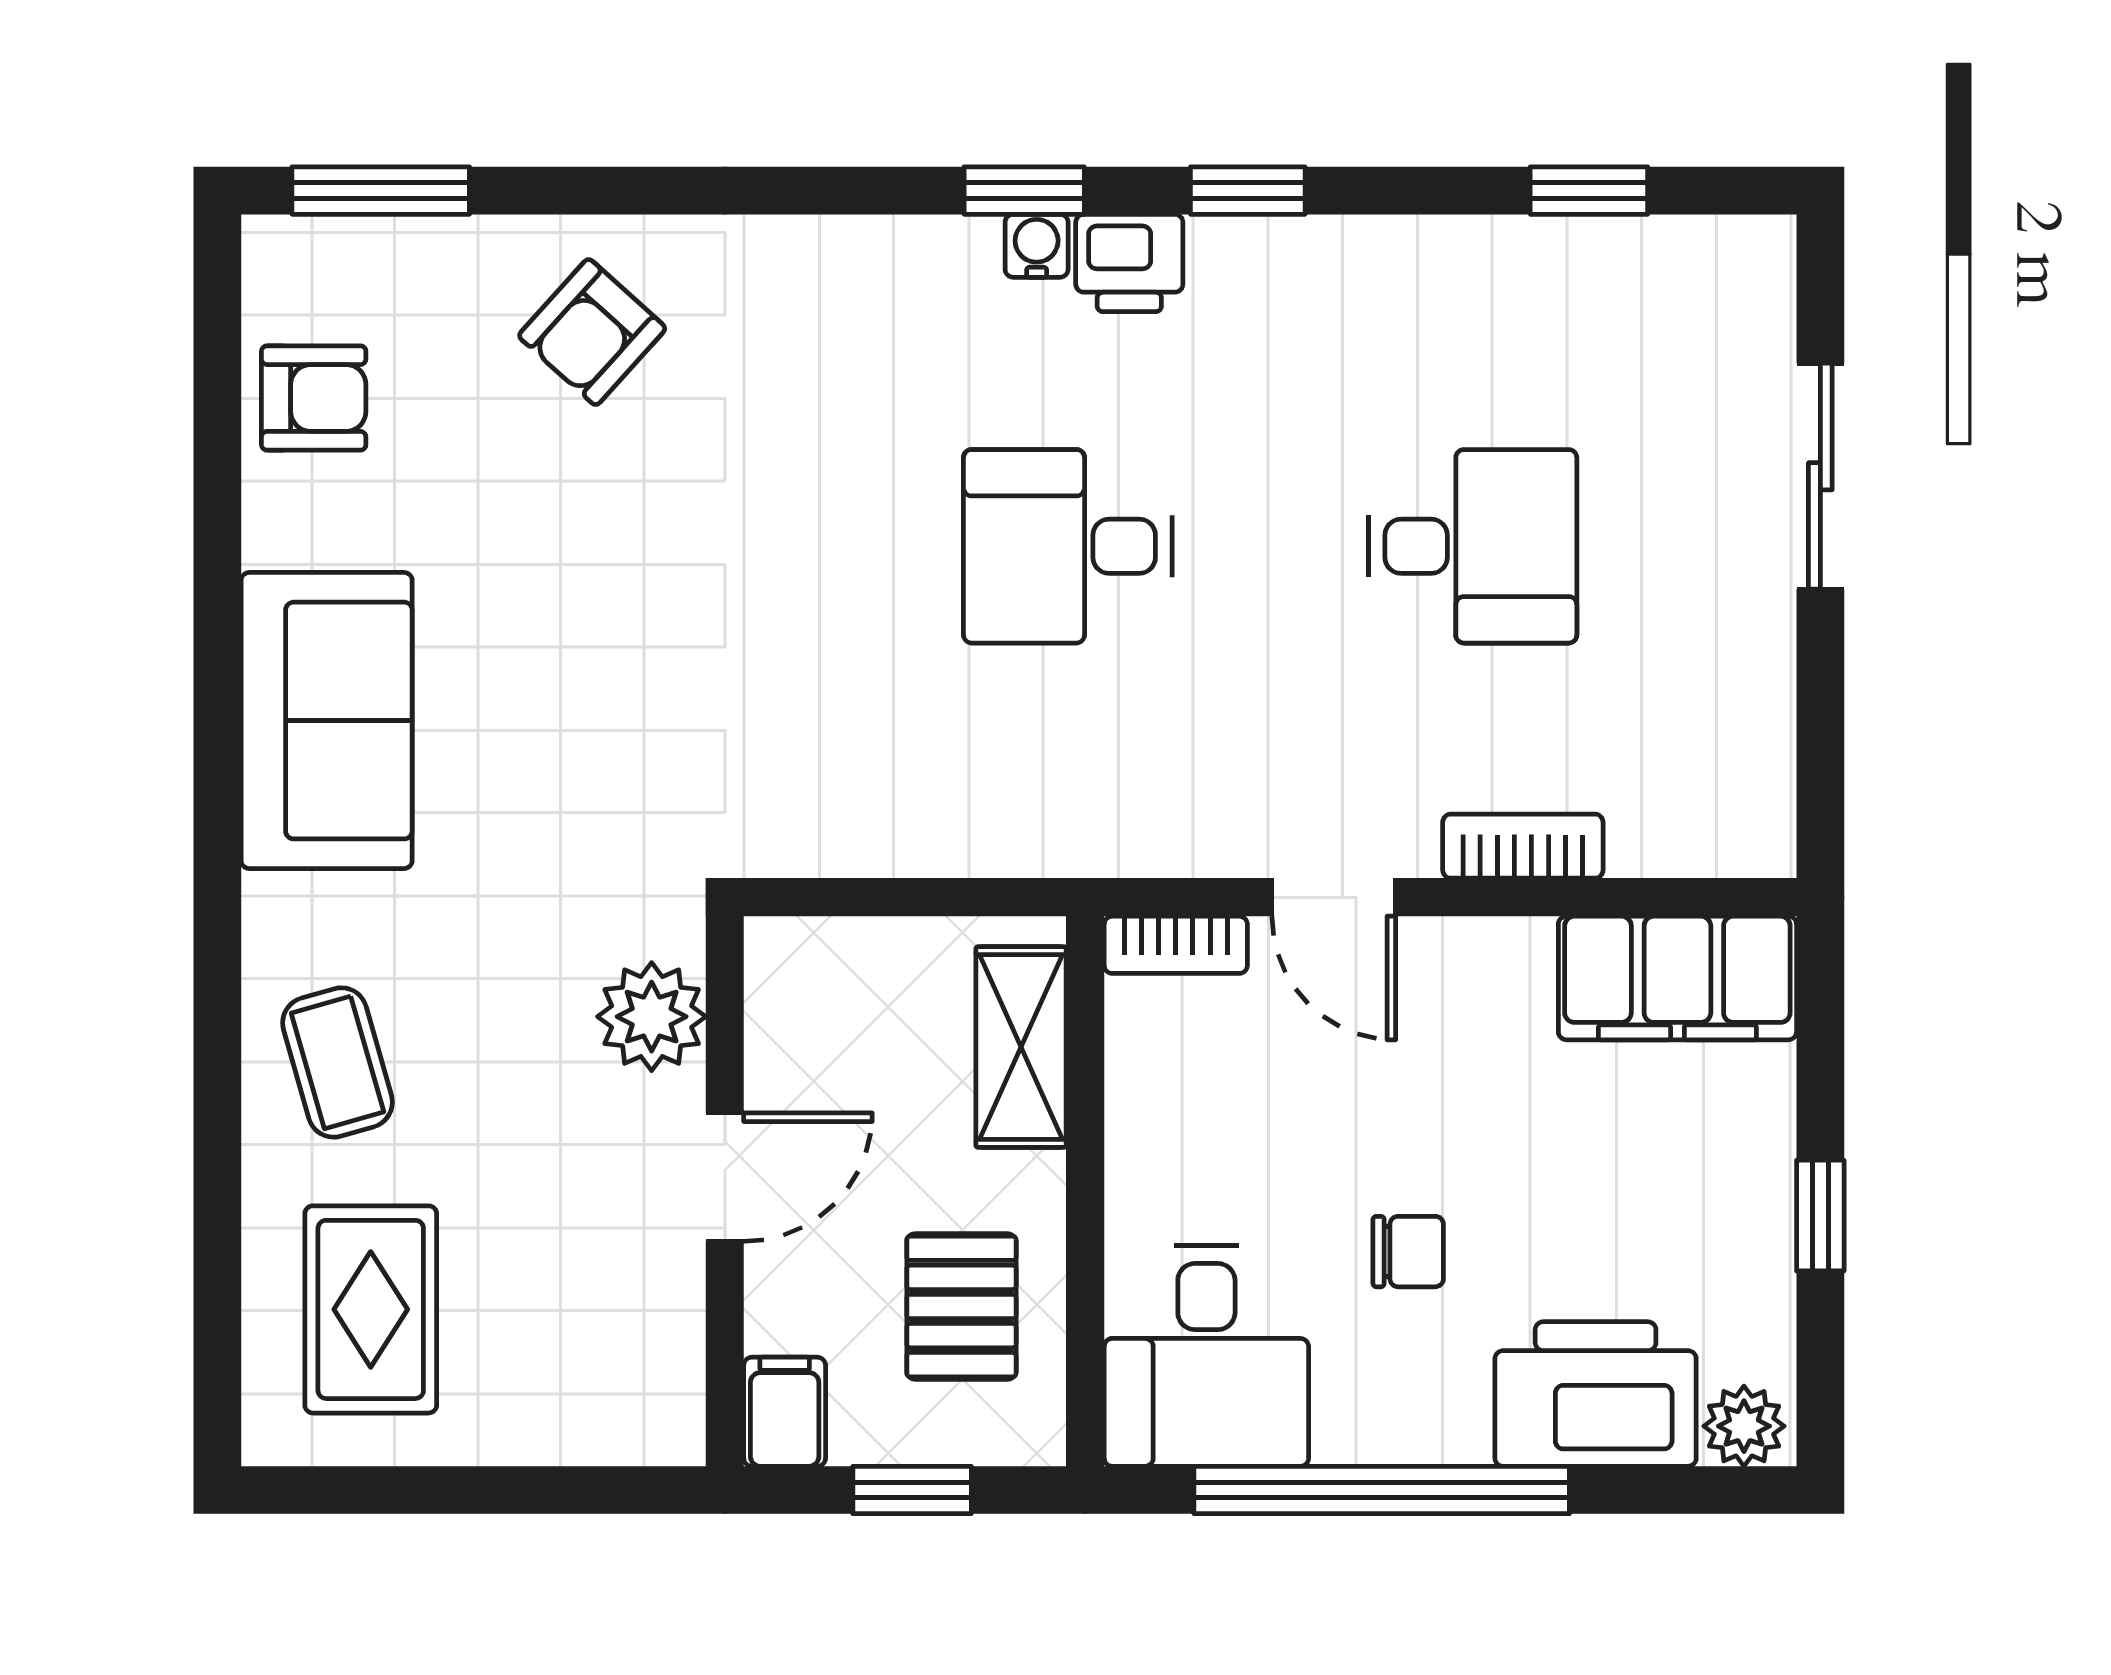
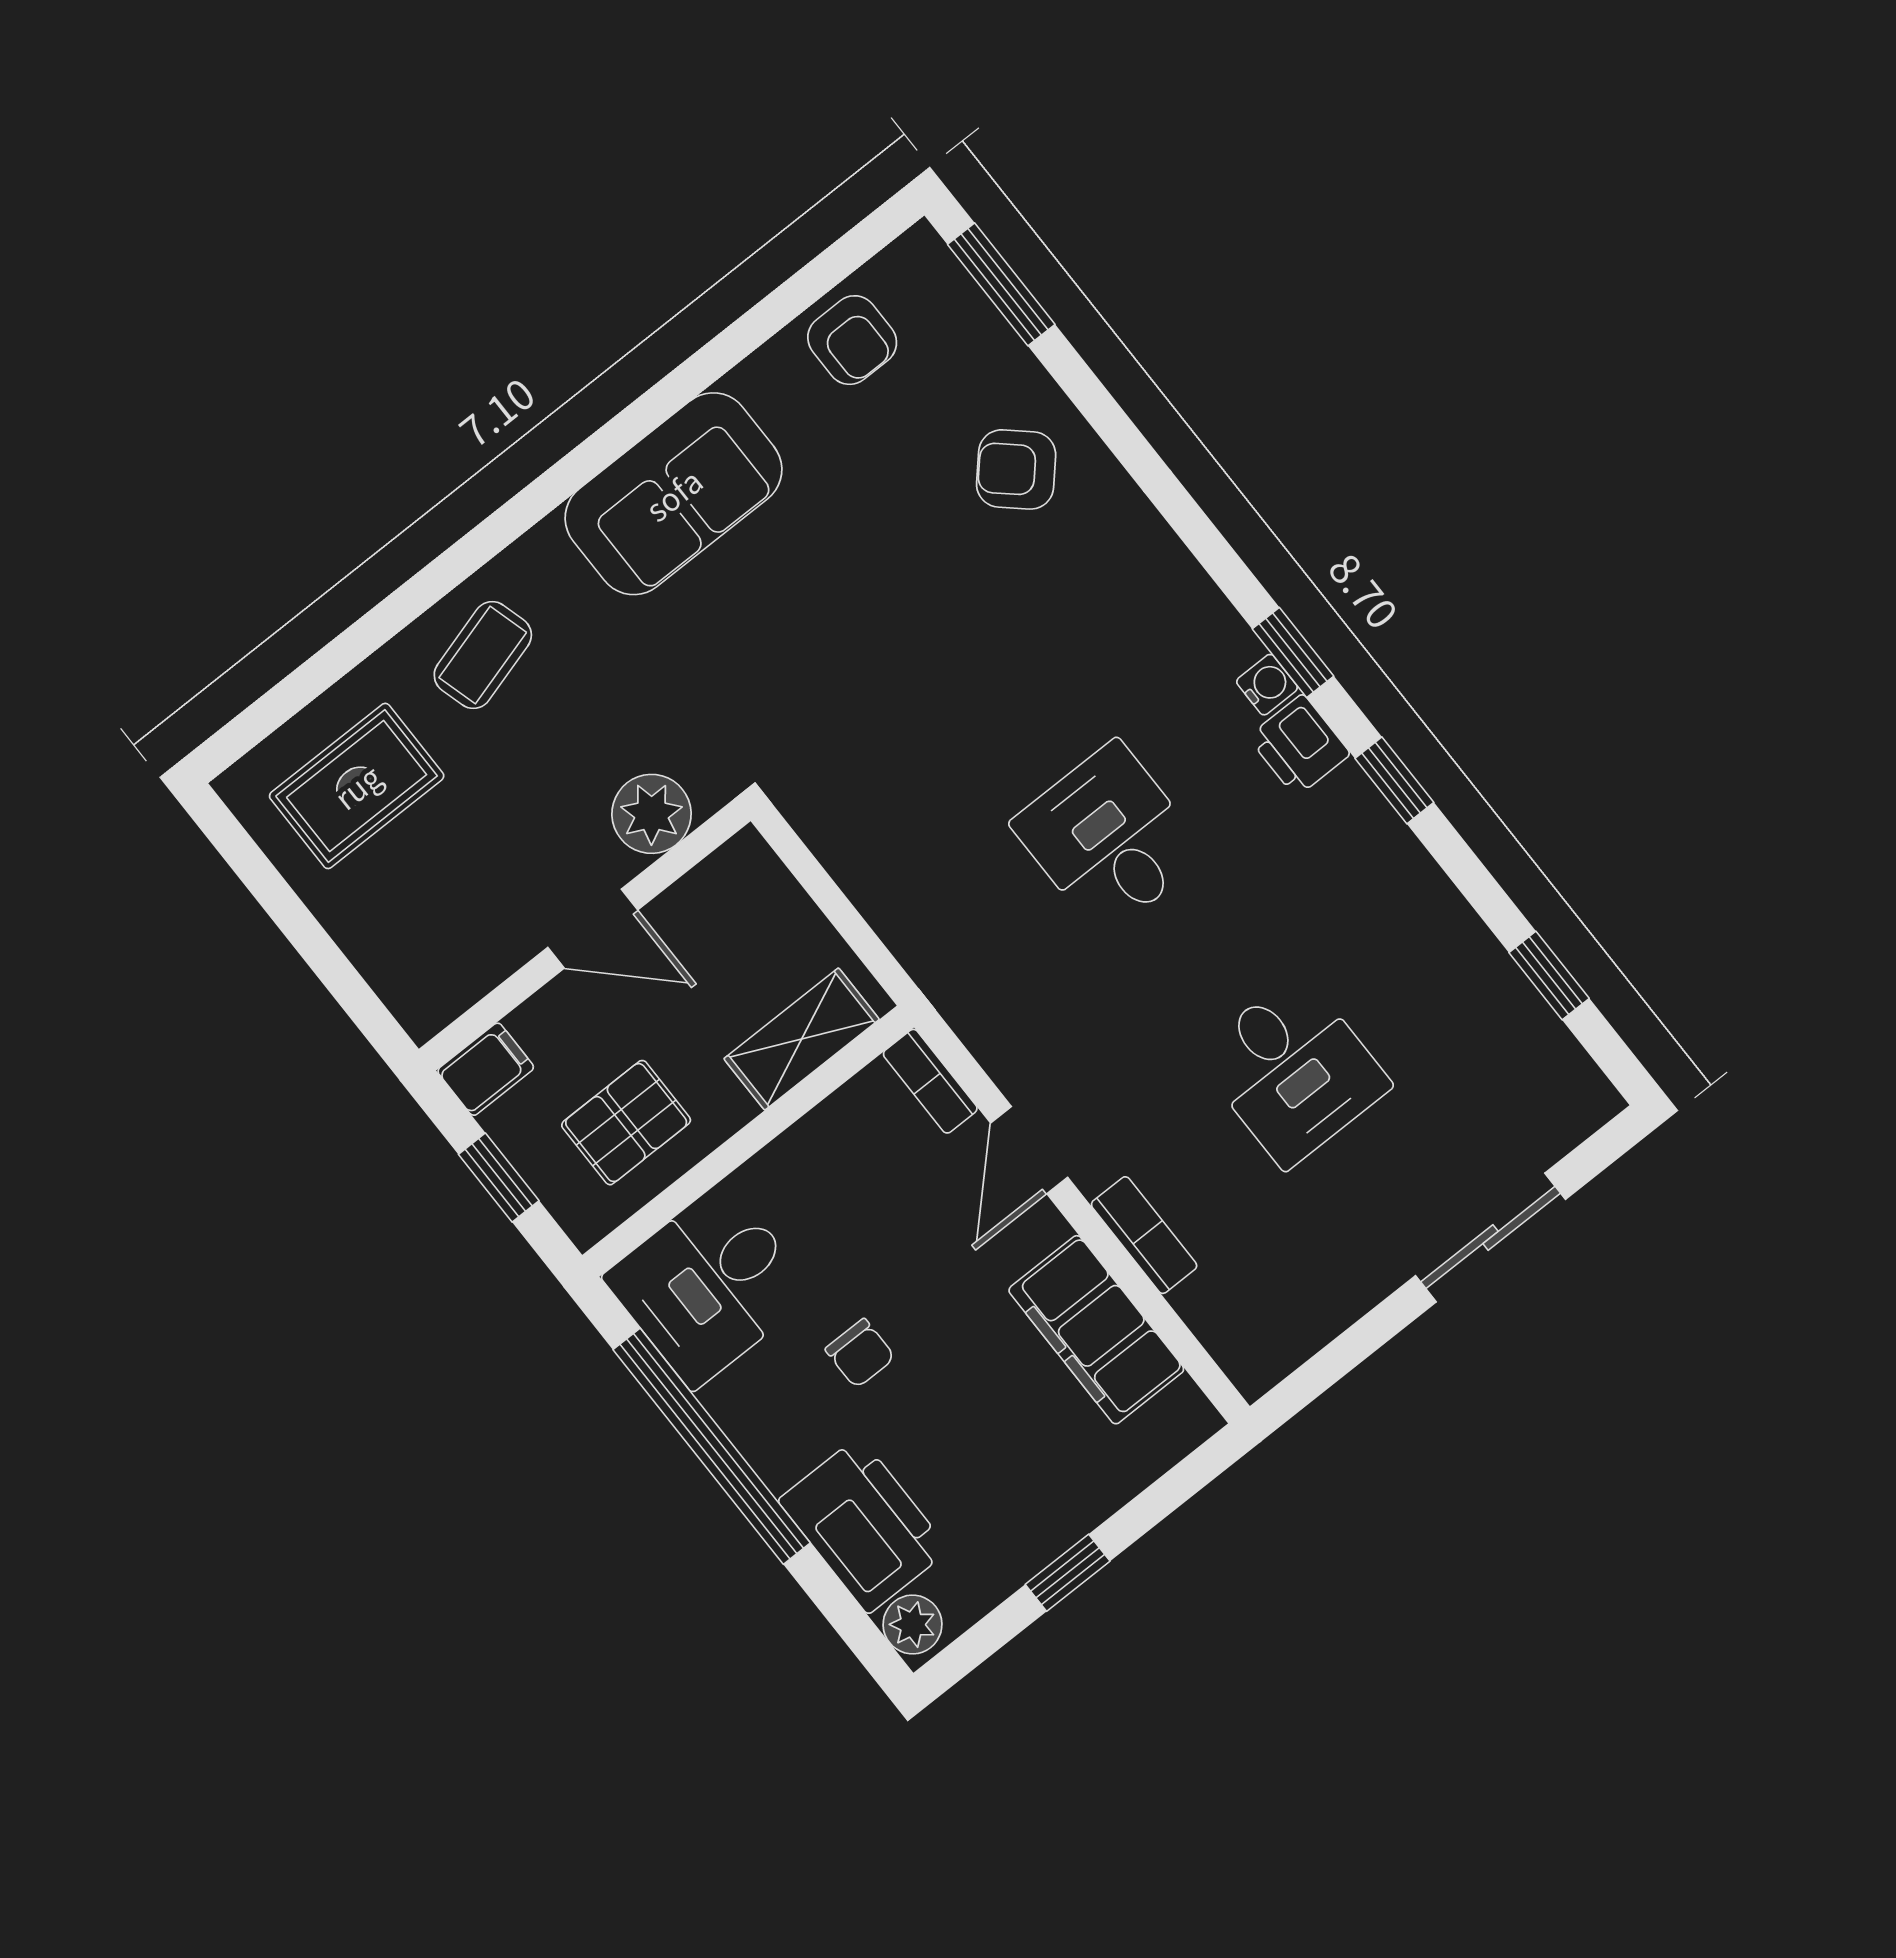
filing cabinet: (1677, 978) -> (1096, 1330), moved

